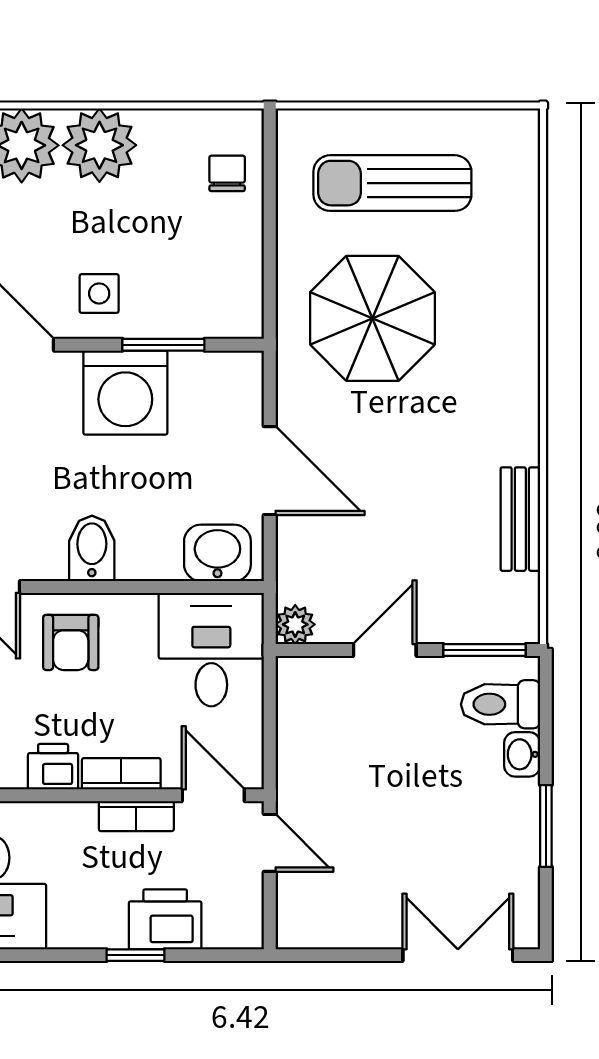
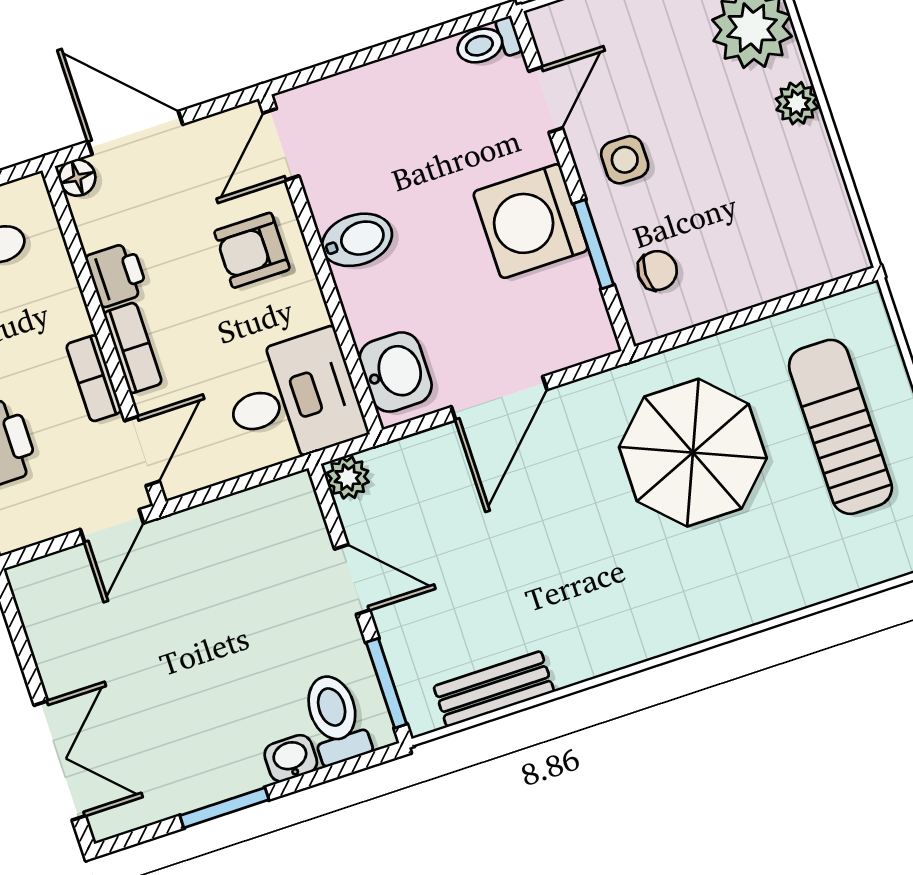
plant: (99, 145) -> (797, 103), width x0.53, depth x0.53
chair: (227, 173) -> (657, 270), moved
bench: (520, 519) -> (494, 689), moved

